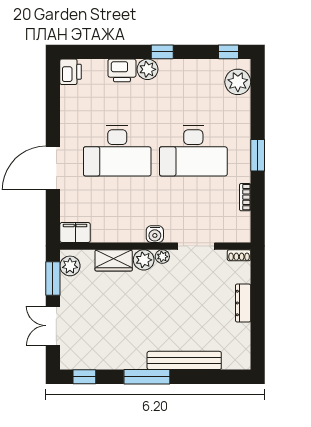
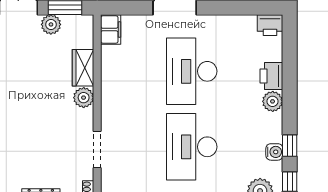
window: (162, 52) -> (290, 146), moved
water cooler: (155, 234) -> (274, 152), moved, turned 180
plant: (162, 257) -> (87, 116), removed
plant: (70, 266) -> (51, 24), moved

